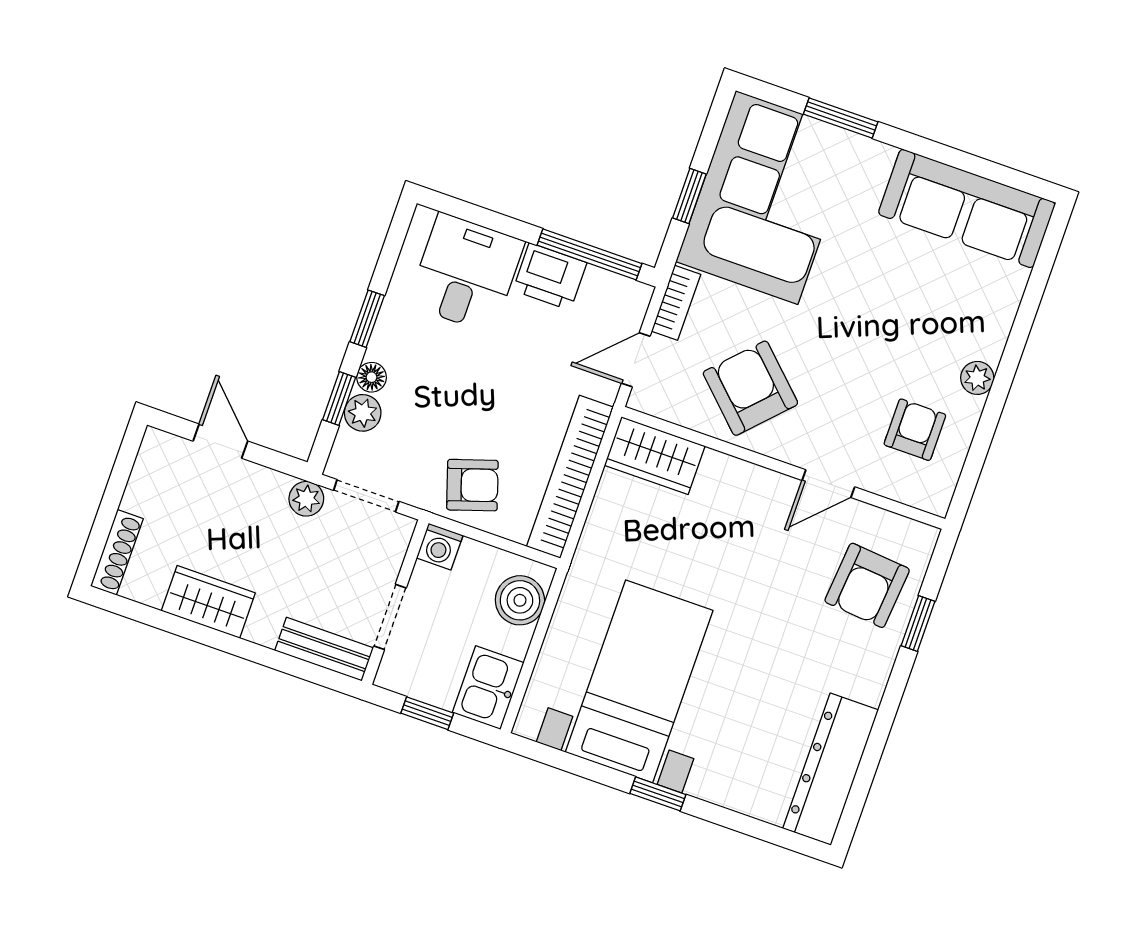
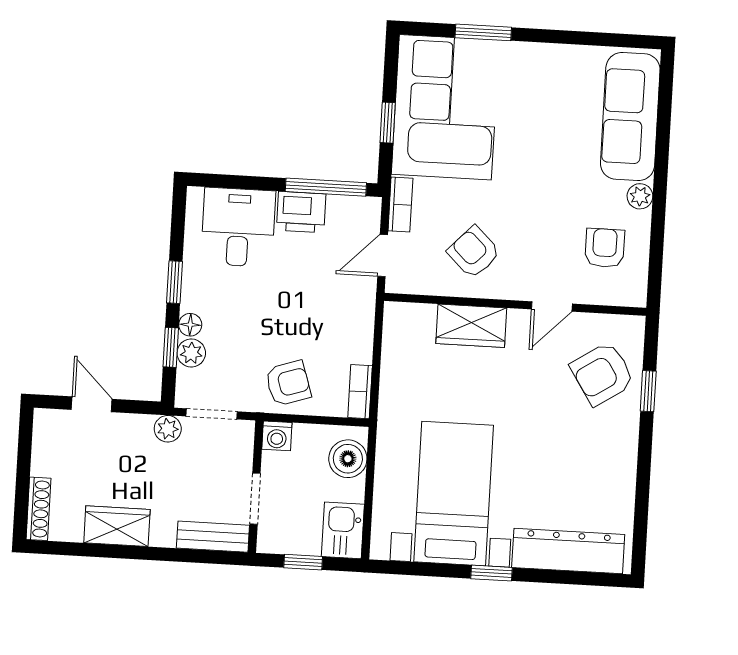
sofa: (967, 208) -> (630, 117), moved, turned 90
armchair: (750, 388) -> (474, 252), width x0.72, depth x0.72
wardrobe: (655, 456) -> (471, 326), moved
bookcase: (570, 477) -> (360, 392), width x0.43, depth x0.76
armchair: (867, 585) -> (602, 374), turned 52
dresser: (831, 769) -> (568, 551), moved, turned 90

